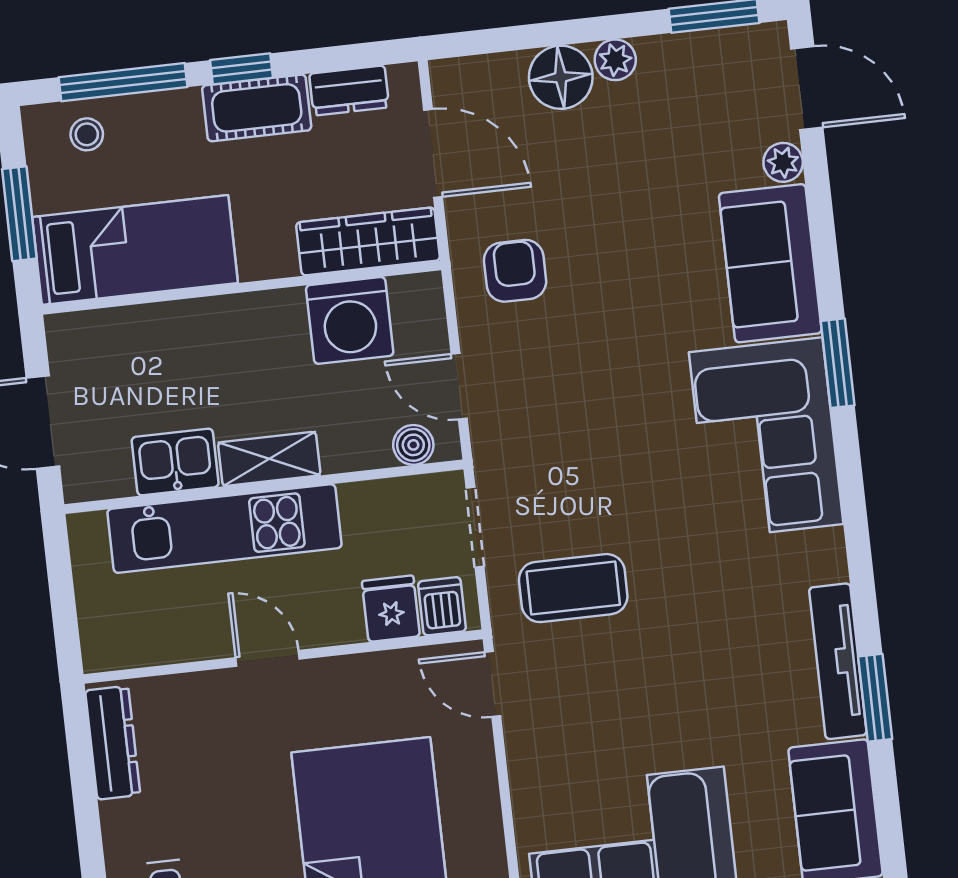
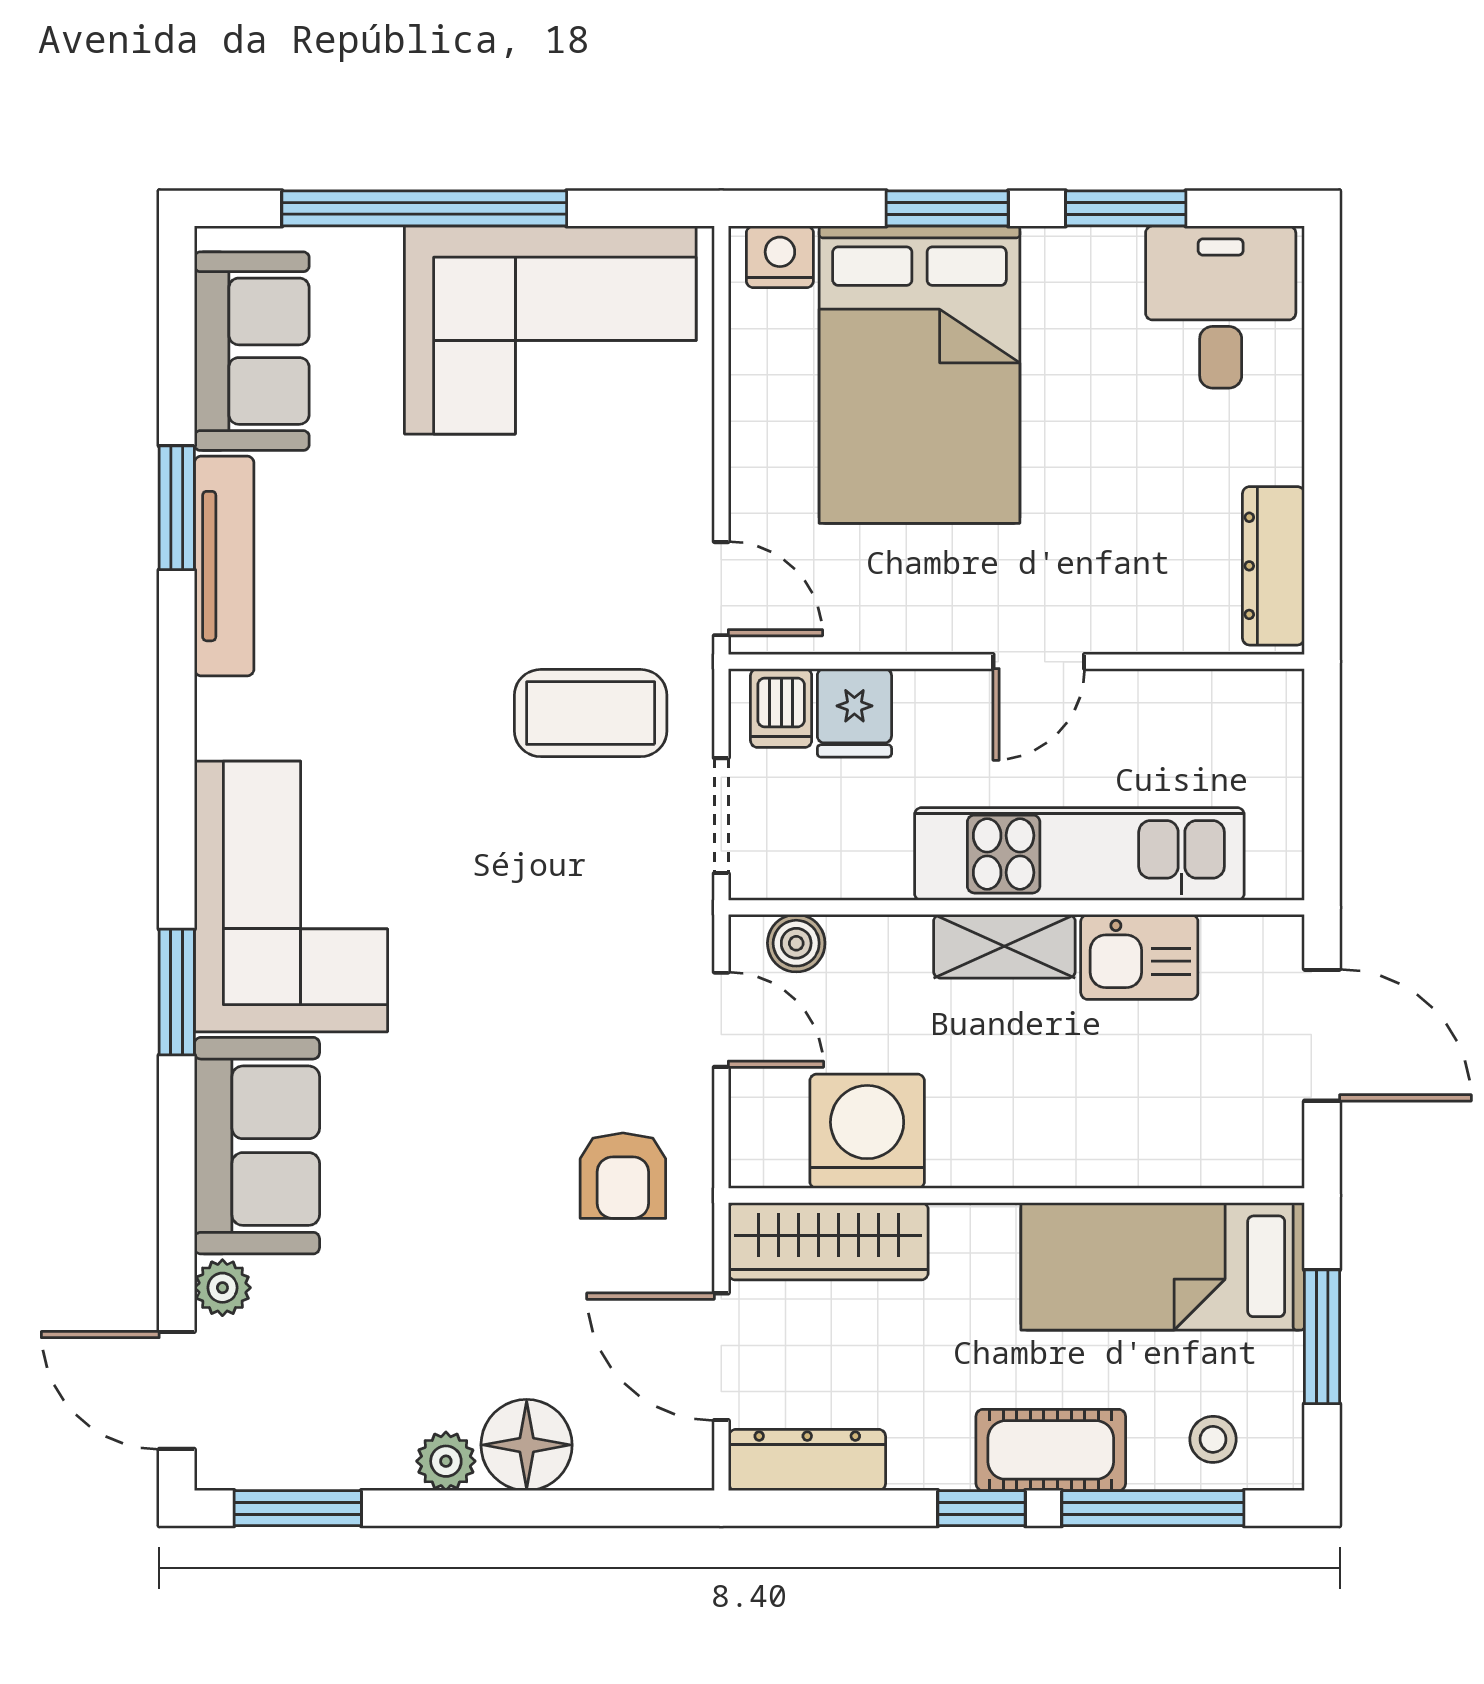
dresser: (349, 91) -> (807, 1460), width x1.44
cot: (257, 108) -> (1051, 1450), moved
door: (268, 658) -> (1039, 662), hinge flipped

